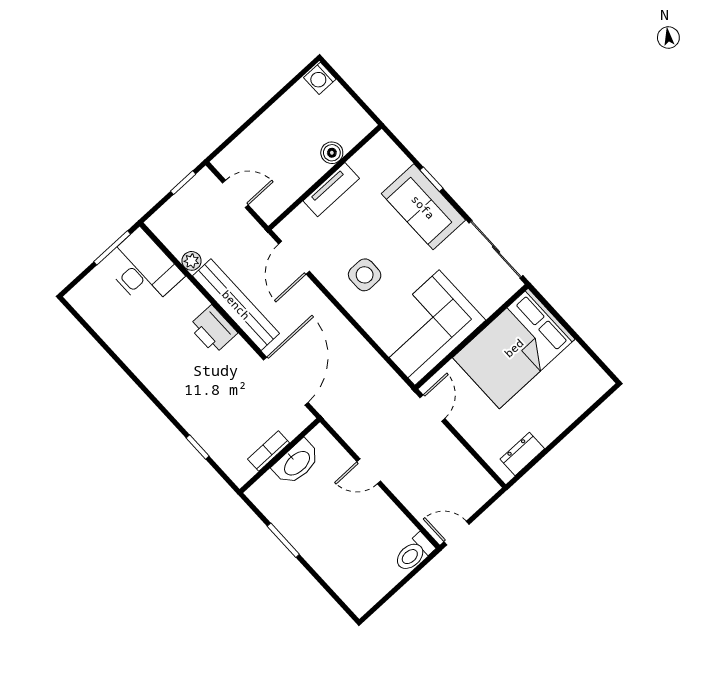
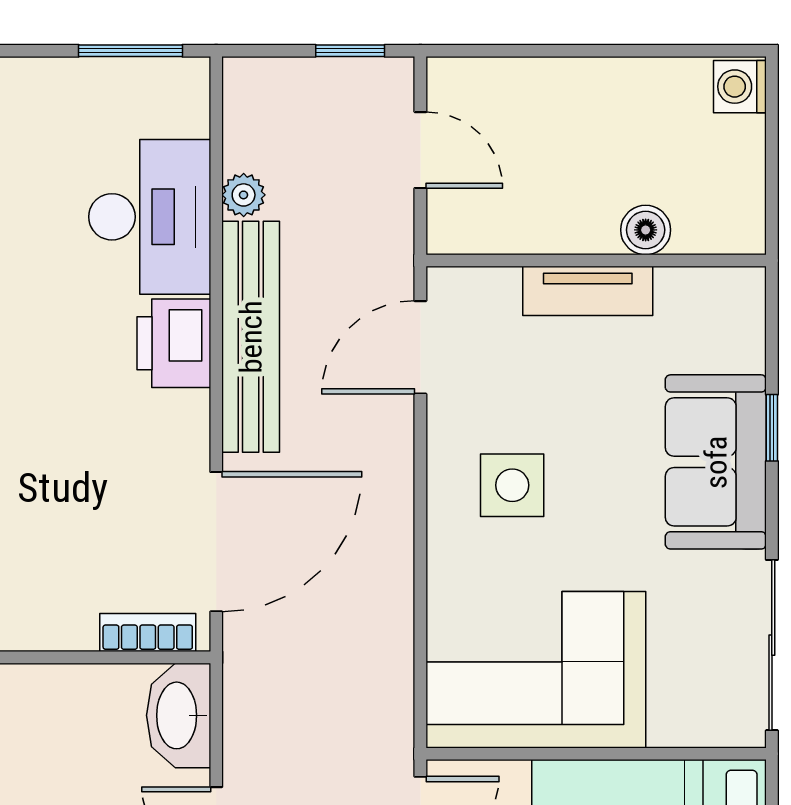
desk: (143, 269) -> (150, 217), moved
bookcase: (269, 451) -> (148, 633), moved
washbasin: (296, 463) -> (179, 715), moved, turned 90

